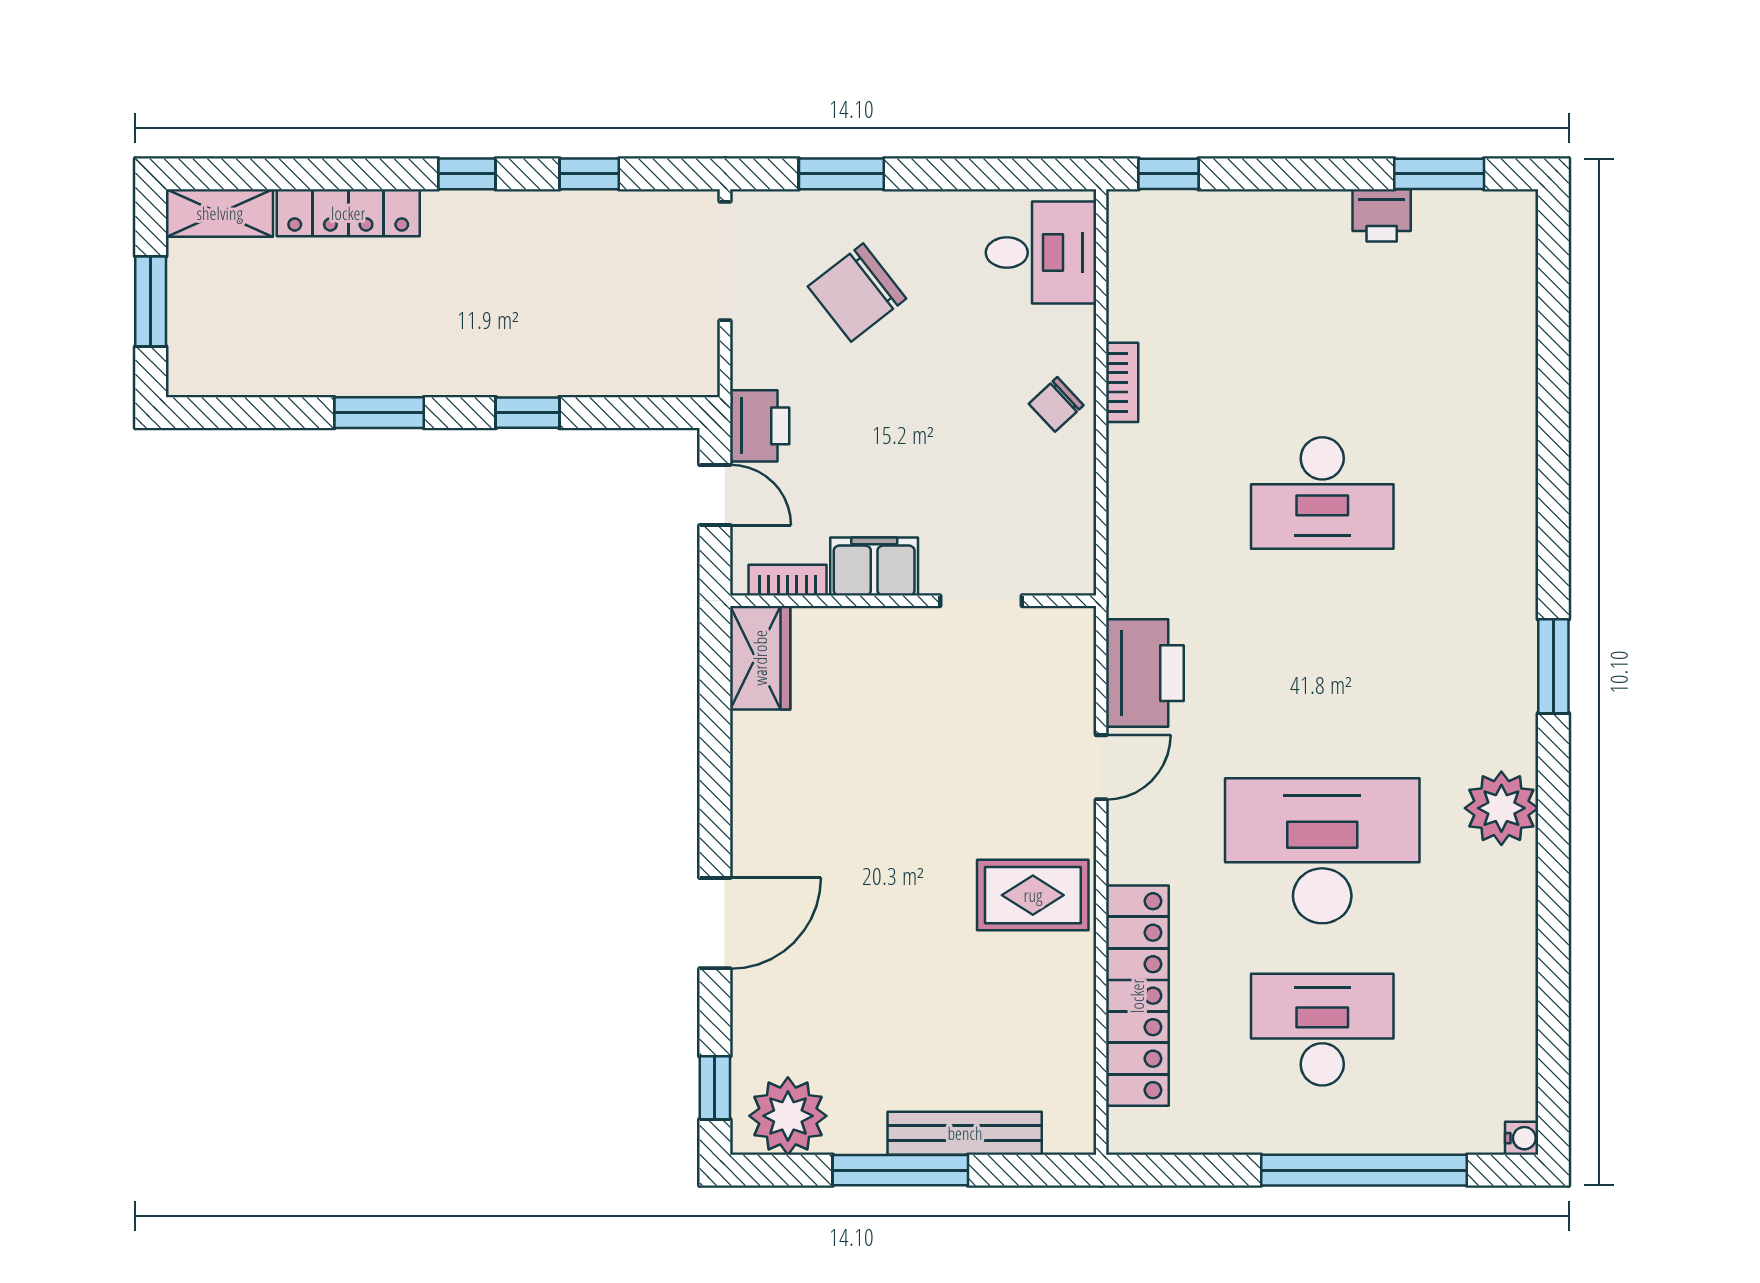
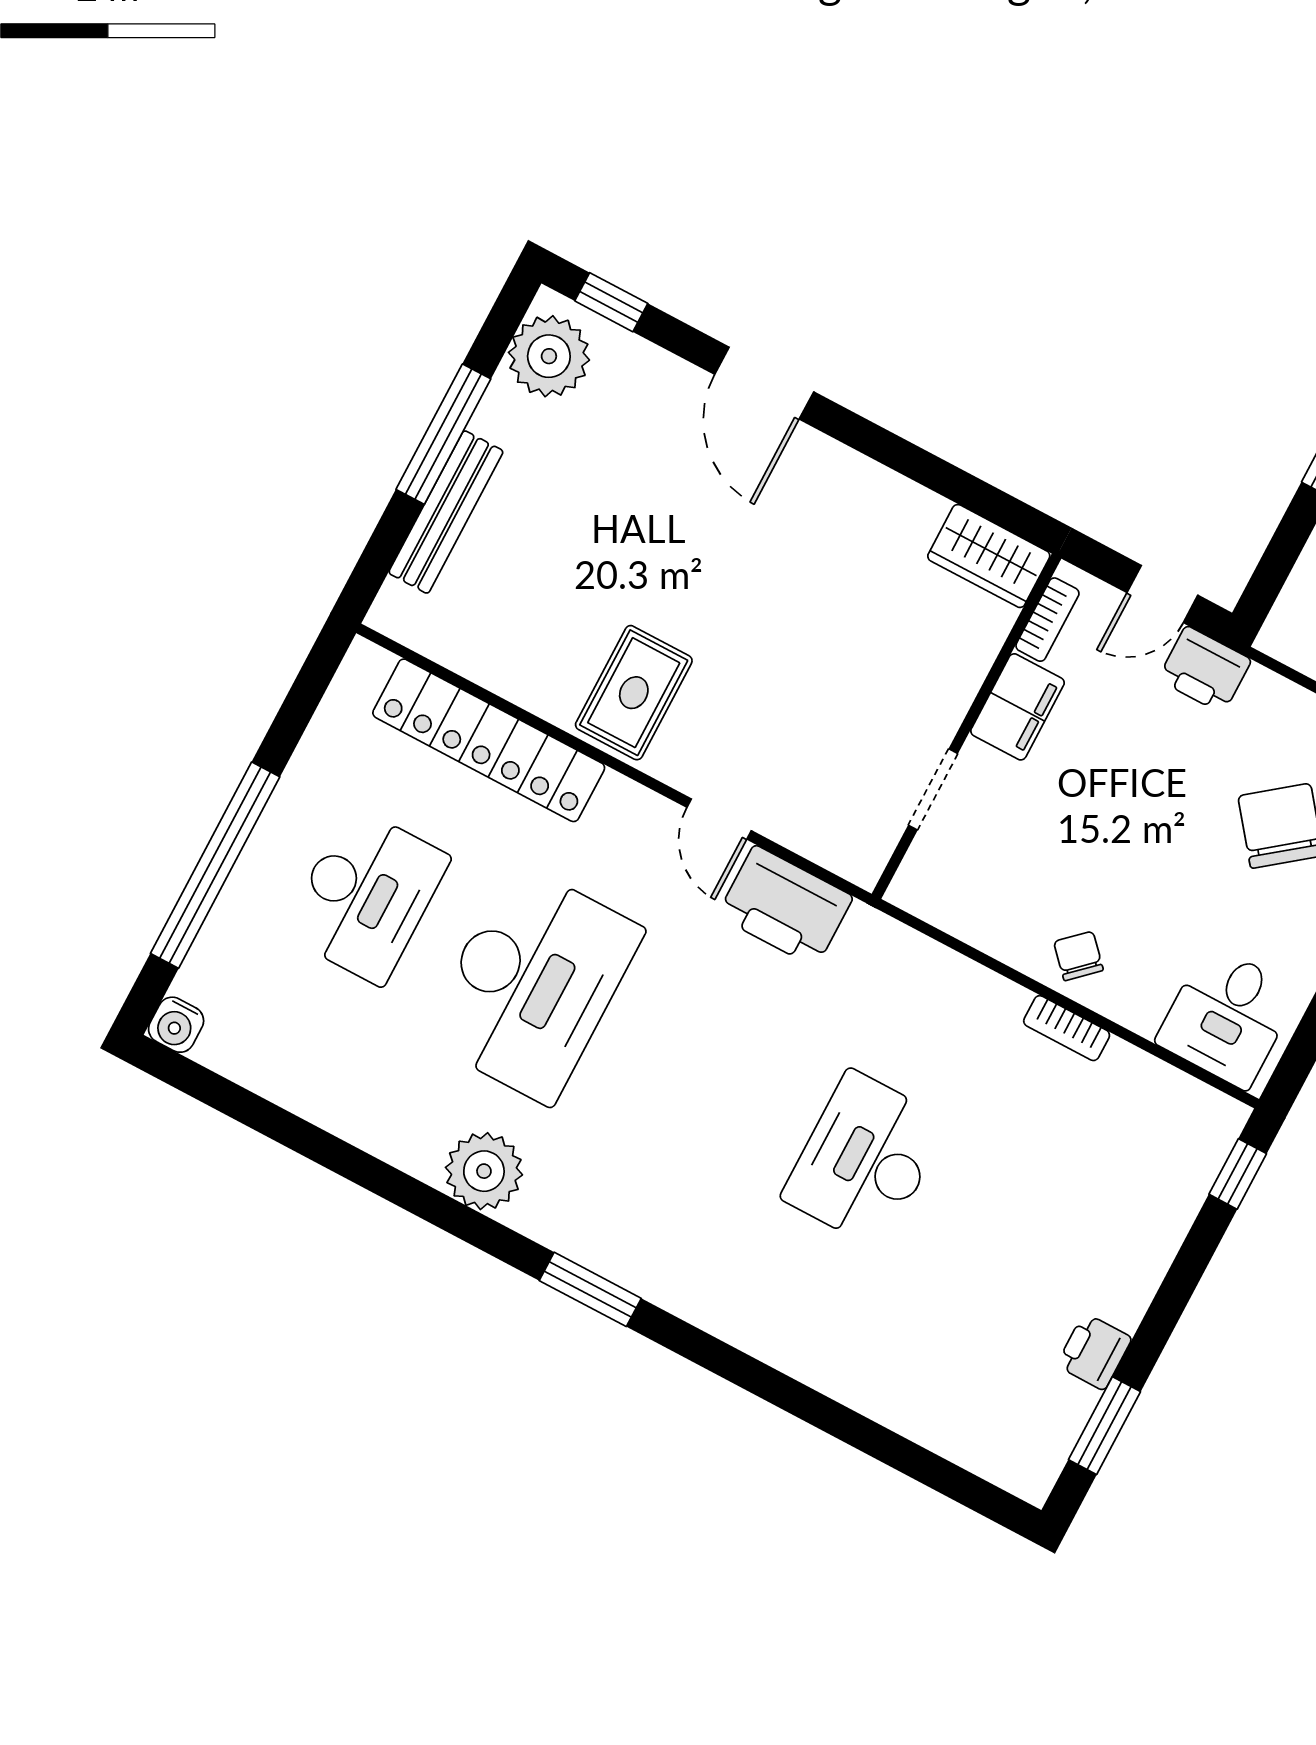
water cooler: (1522, 1138) -> (176, 1025), width x1.38, depth x1.38

